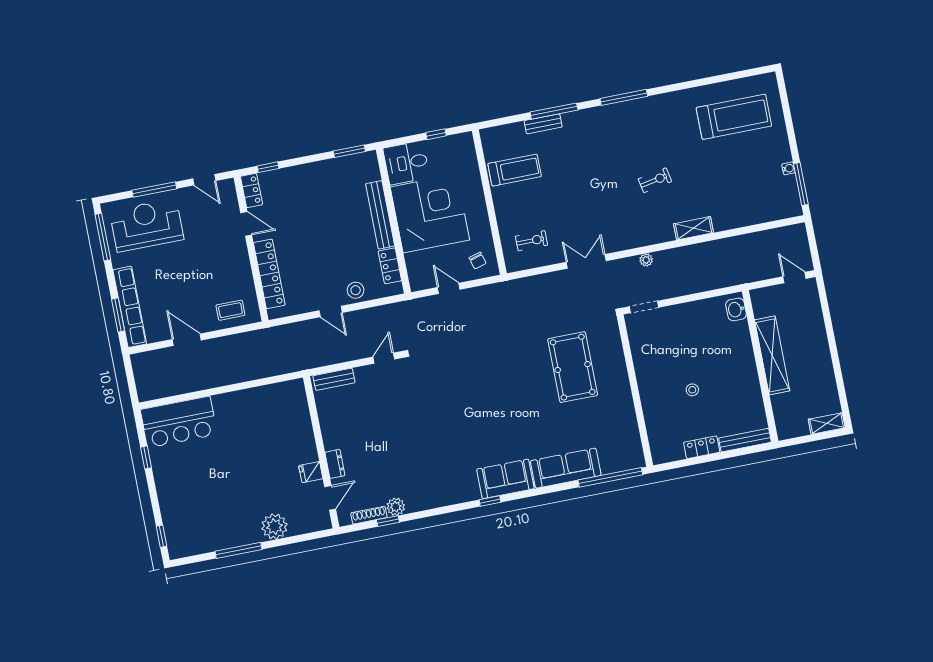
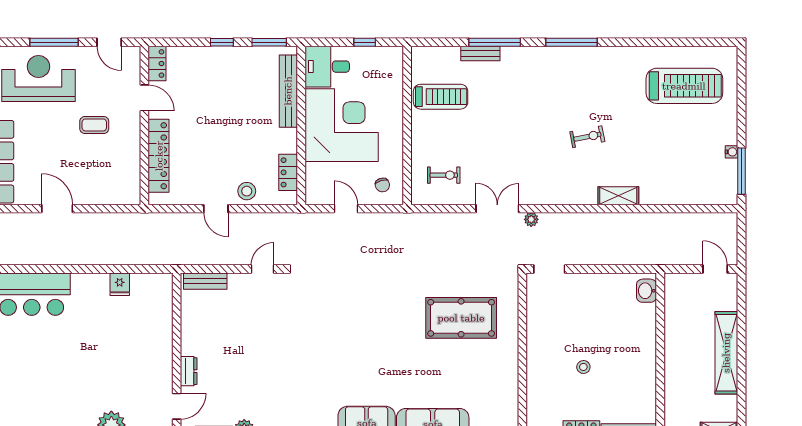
window: (268, 167) -> (222, 42), moved
bench: (380, 215) -> (288, 91), moved
plant: (646, 260) -> (531, 219), moved
coffee table: (230, 310) -> (94, 125), moved
shelving: (772, 355) -> (726, 353), moved
pool table: (573, 367) -> (461, 318), turned 90
fridge: (311, 472) -> (120, 284), moved, turned -90

